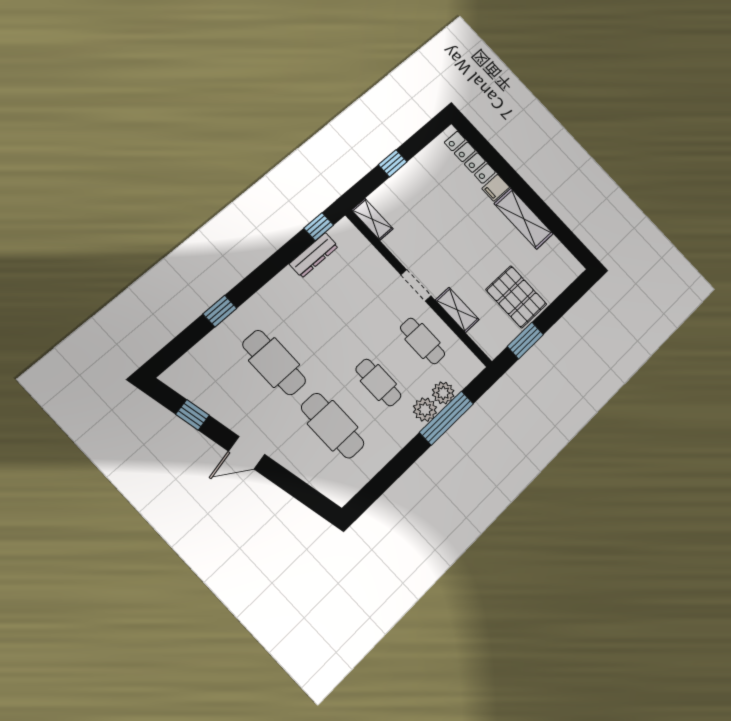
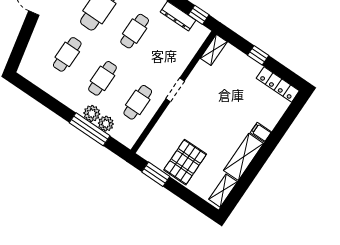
locker: (470, 157) -> (278, 85), moved, turned -90
shelving: (457, 310) -> (223, 191), moved
cafe table: (321, 321) -> (135, 31), added
cafe table: (333, 426) -> (67, 54), width x0.73, depth x0.74

